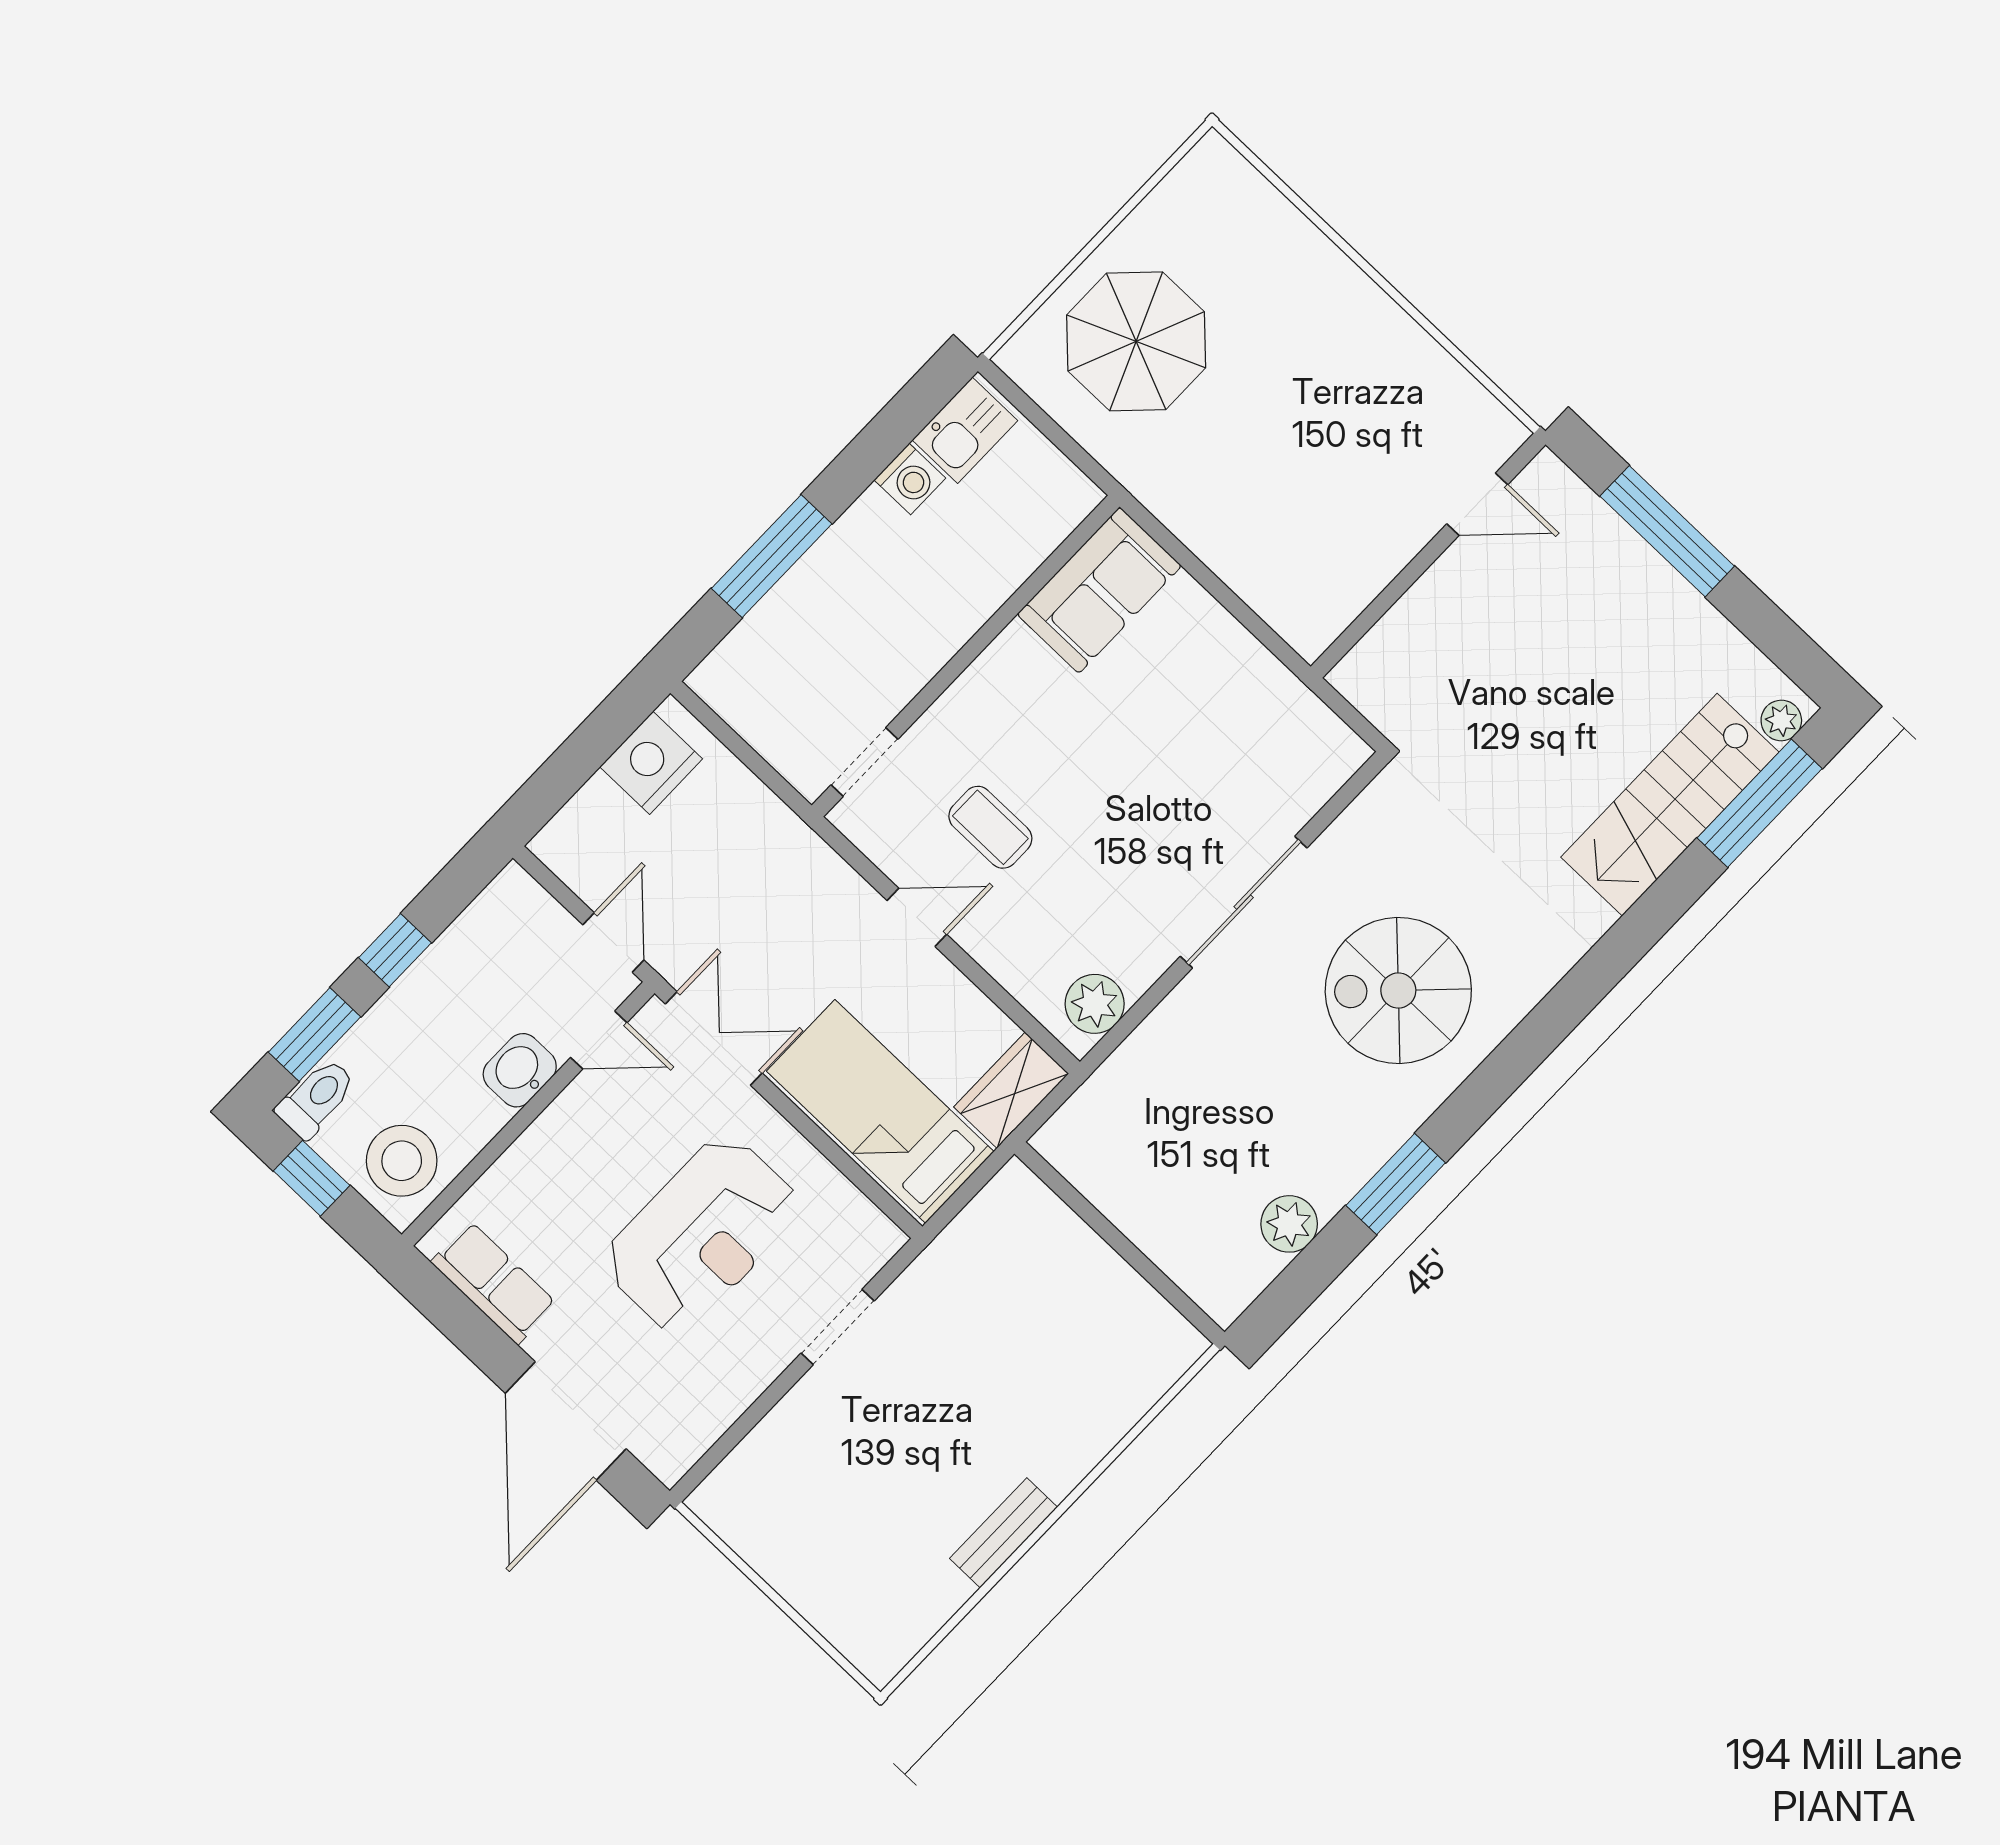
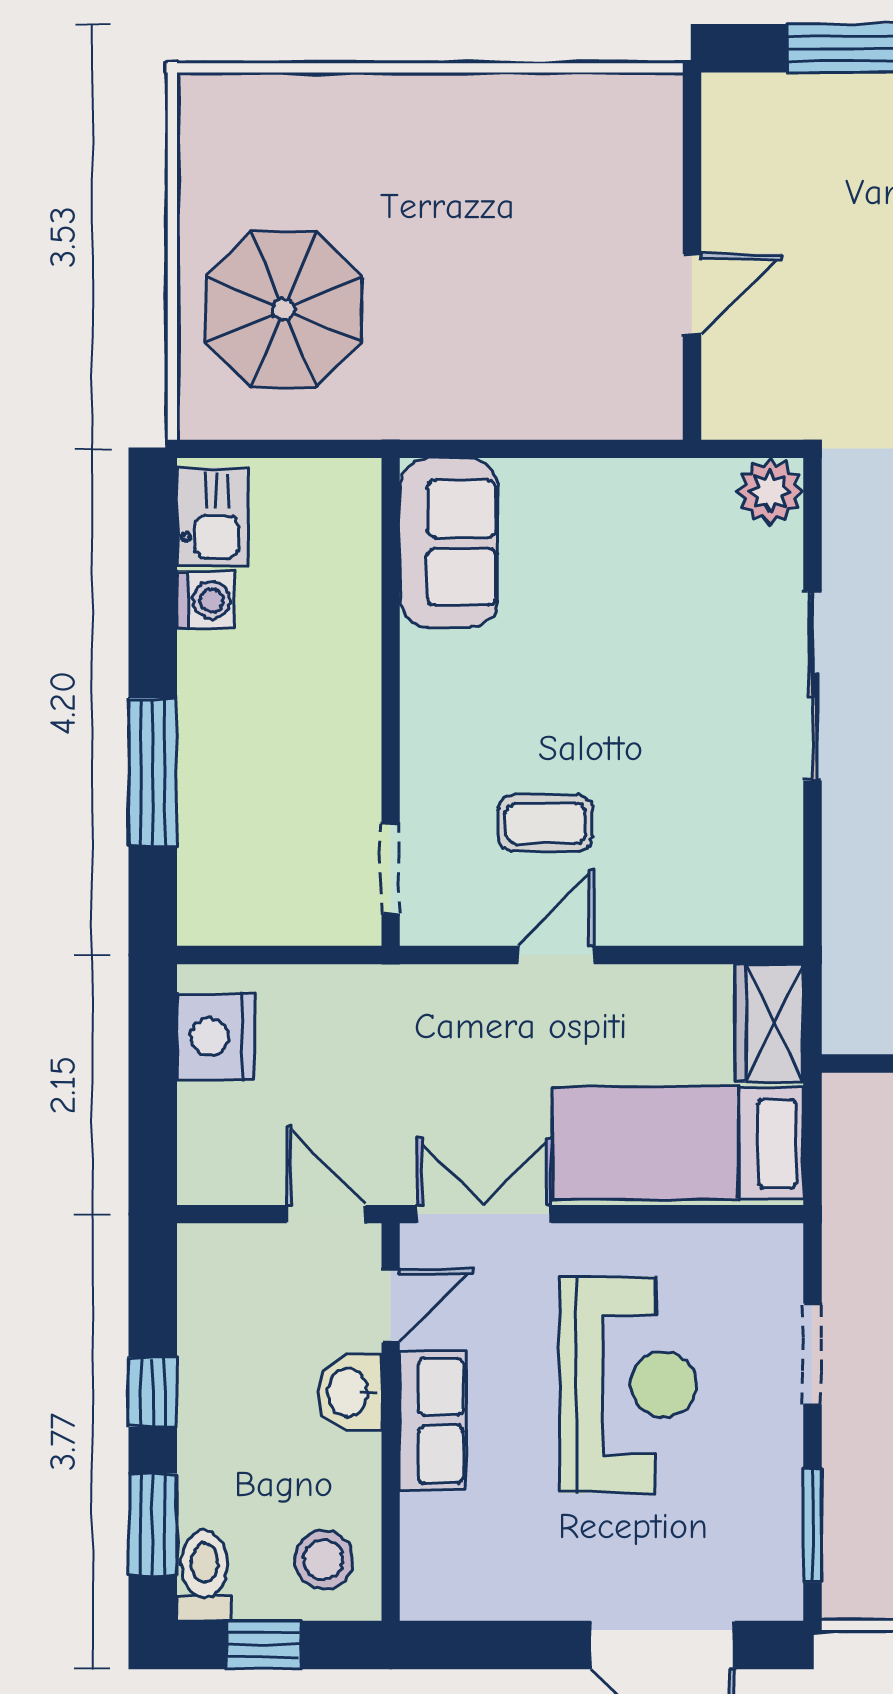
door: (1477, 504) -> (692, 294), moved
plant: (1095, 1004) -> (770, 491), moved
stool: (402, 1161) -> (324, 1560), width x0.73, depth x0.73
row of seats: (494, 1283) -> (433, 1421), moved, turned 90
window: (734, 1436) -> (812, 1525), added

